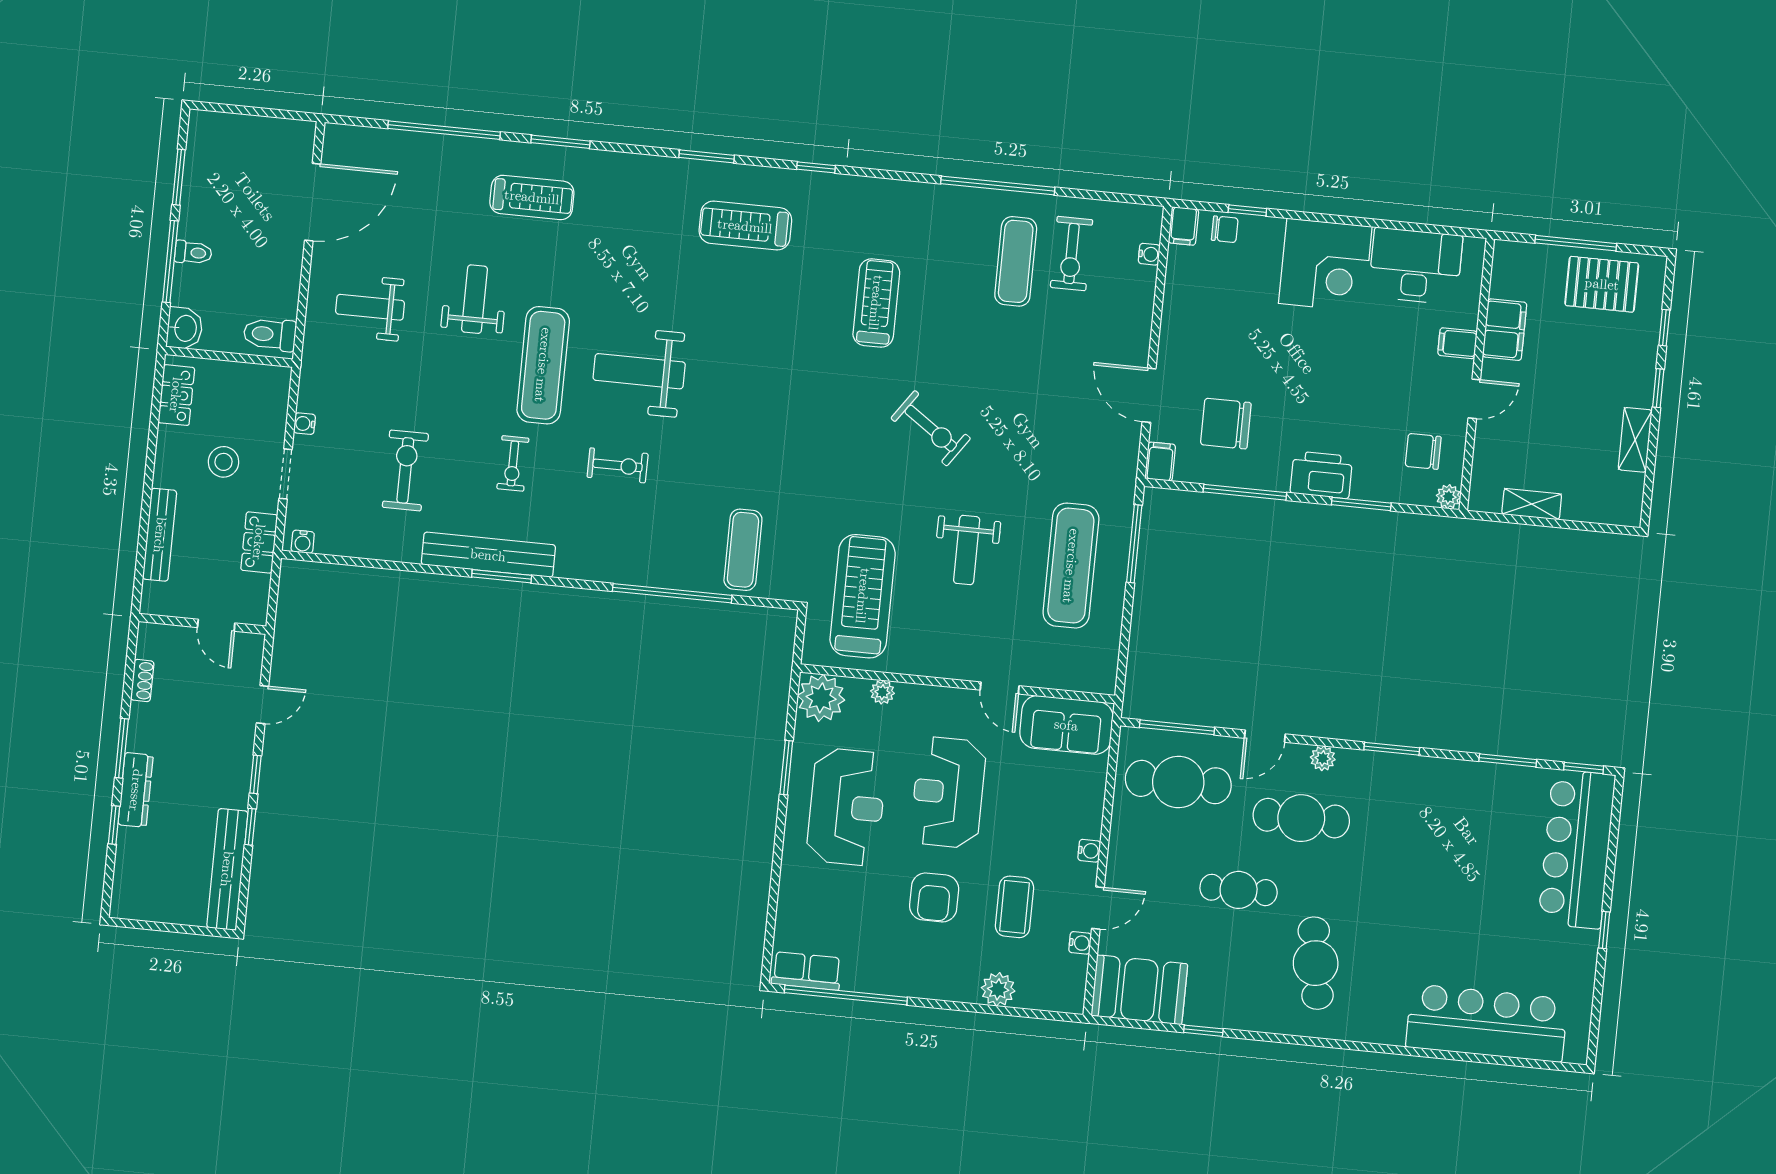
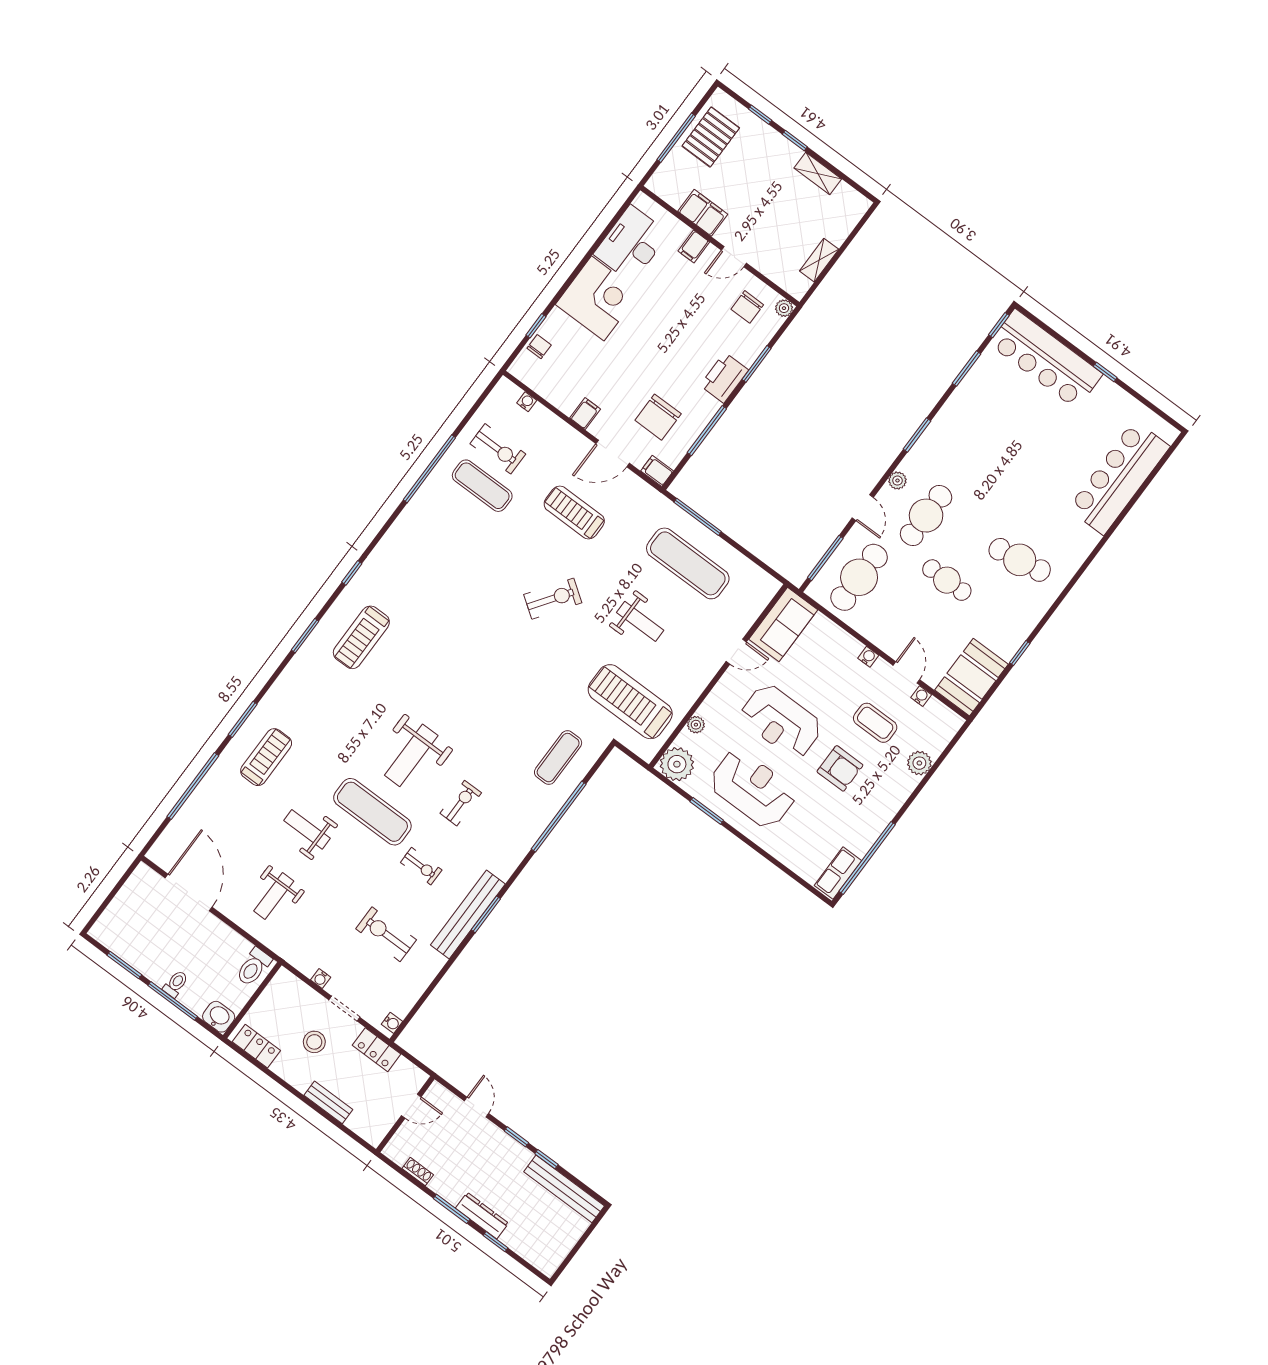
filing cabinet: (1183, 226) -> (585, 413), moved, turned -90
treadmill: (876, 303) -> (574, 513), moved
door: (1474, 399) -> (734, 257), swing flipped
bench: (160, 535) -> (328, 1102), width x0.73
exercise mat: (743, 550) -> (558, 758), turned 90
cafe table: (1239, 890) -> (947, 580), turned 90

